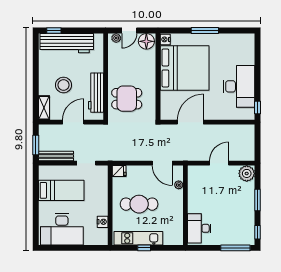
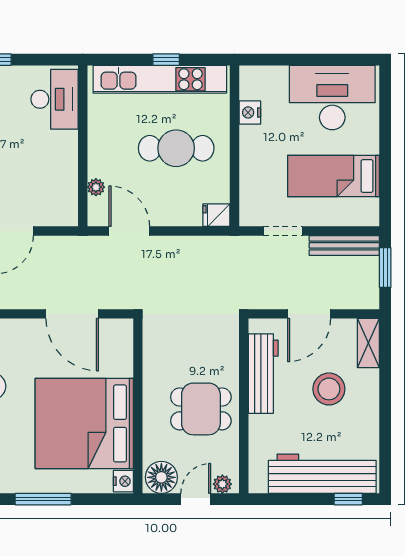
dining table: (127, 99) -> (201, 409), moved
door: (190, 122) -> (72, 314), hinge flipped
kitchen unit: (138, 238) -> (160, 79), width x1.36

